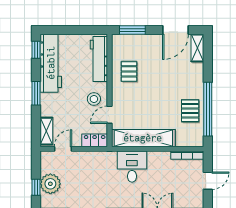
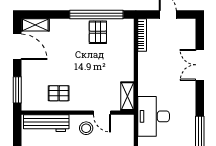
pallet: (190, 111) -> (98, 32), turned 90
shelving: (143, 138) -> (127, 96), width x0.45, depth x0.75
locker: (95, 140) -> (127, 128), removed
desk: (132, 167) -> (154, 116), moved, width x1.37

